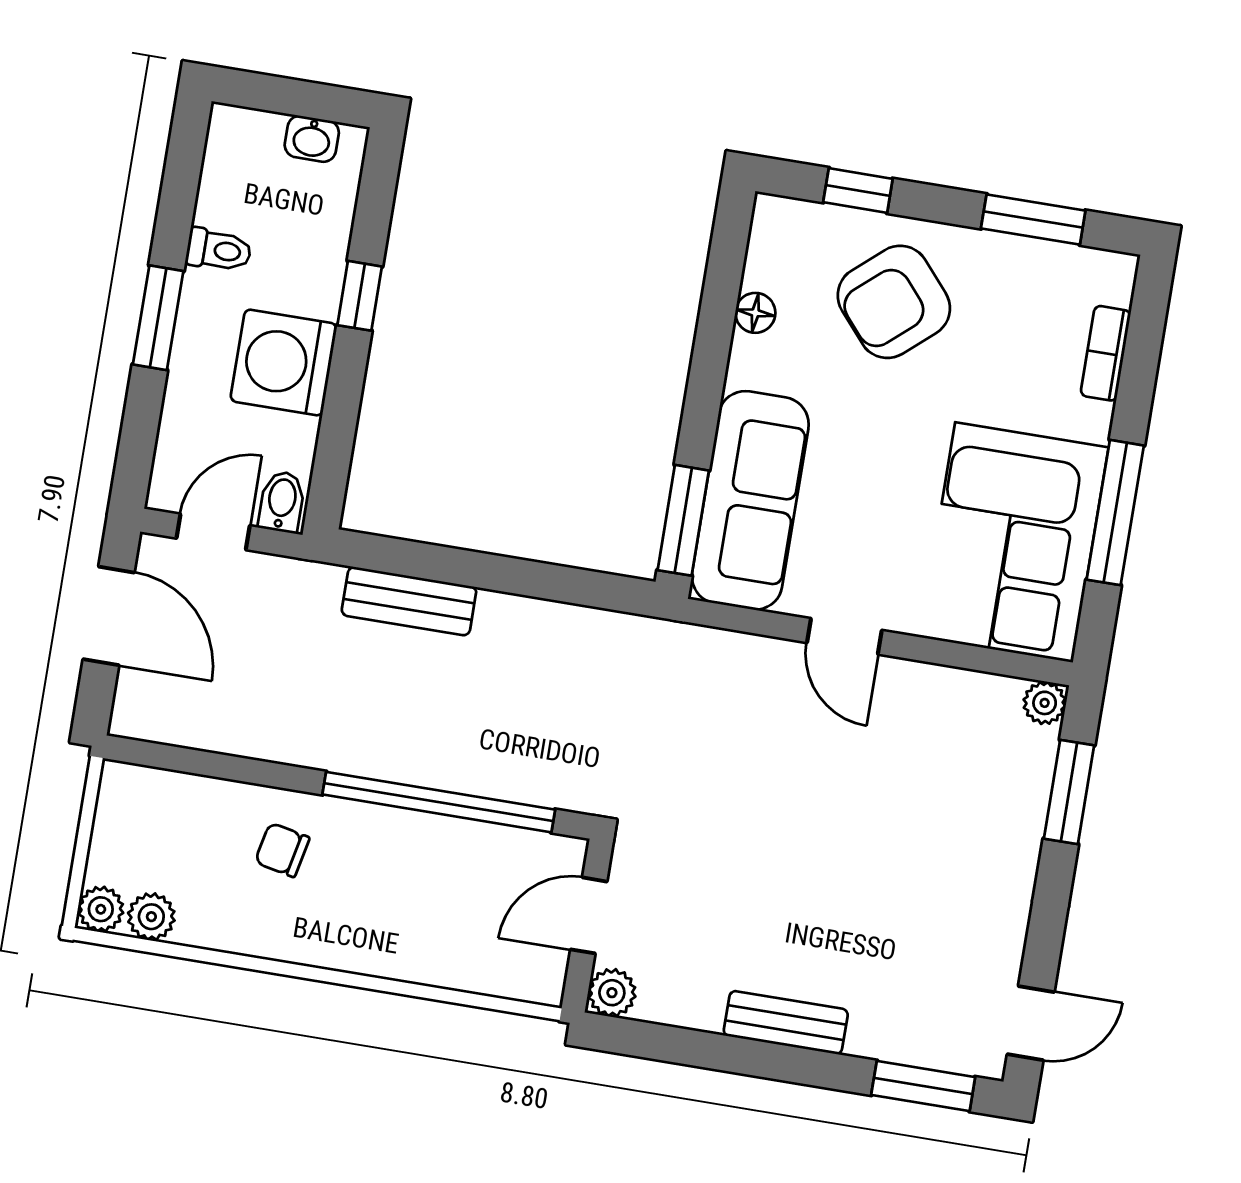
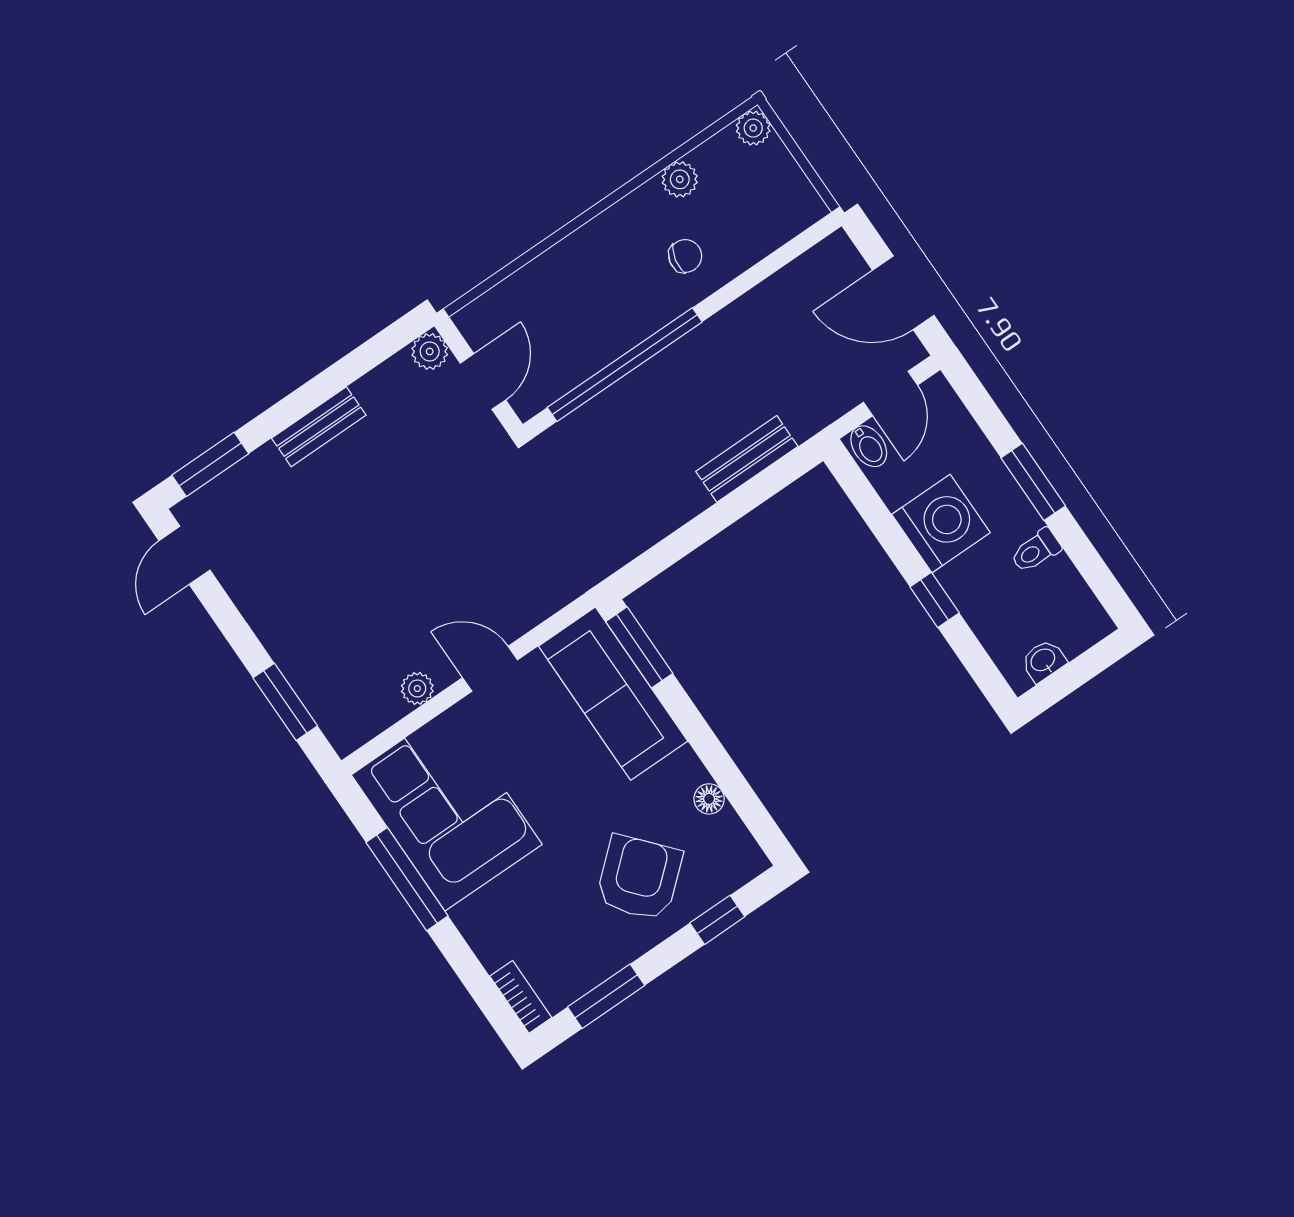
bookcase: (1106, 353) -> (521, 997), moved
plant: (1045, 703) -> (417, 688), moved
plant: (151, 917) -> (680, 179), moved

